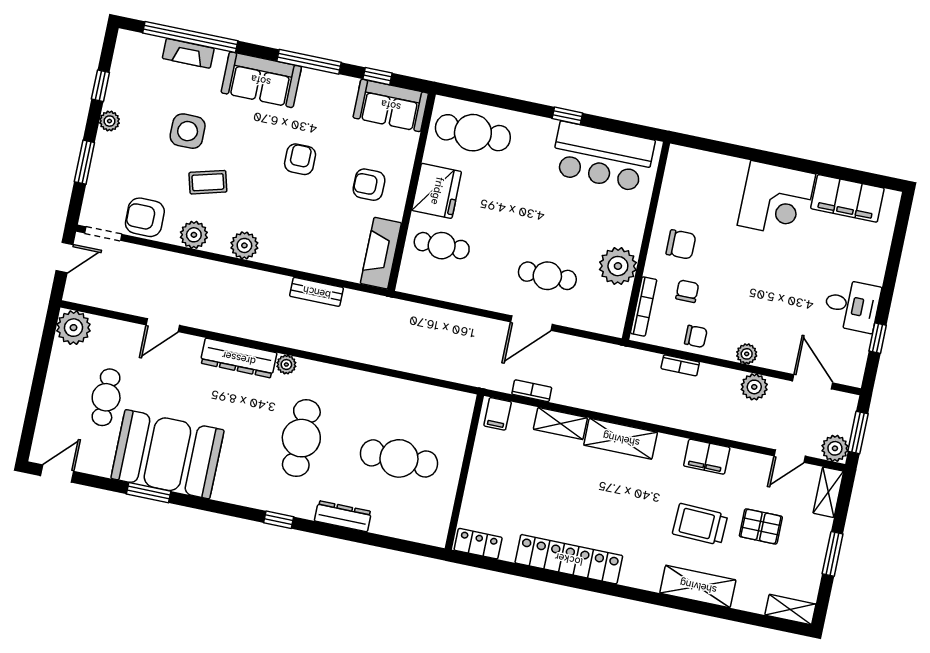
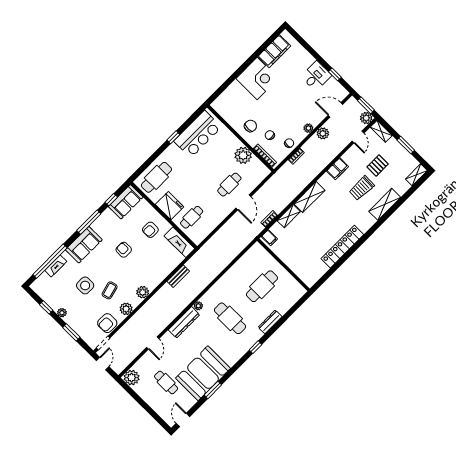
locker: (478, 544) -> (314, 277), removed

